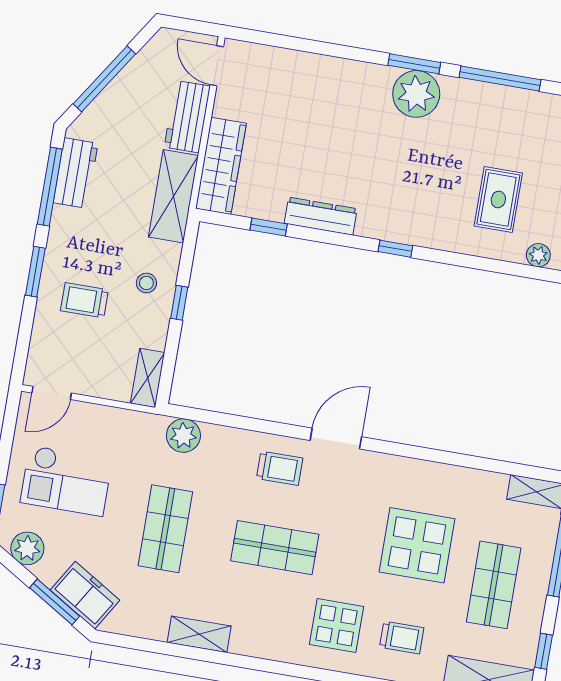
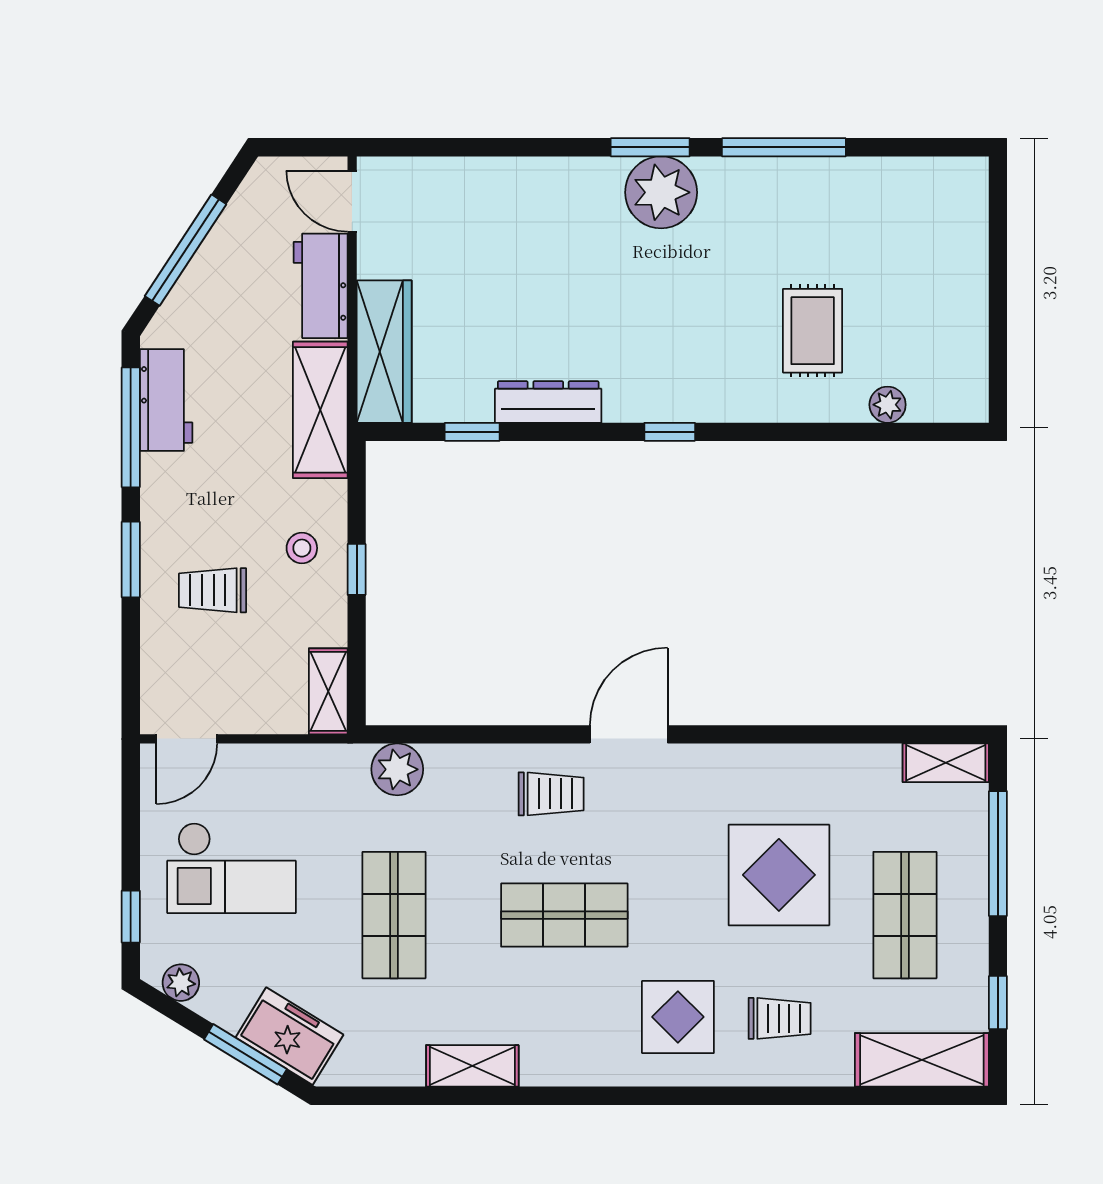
plant: (27, 548) -> (181, 983), width x0.73, depth x0.73

